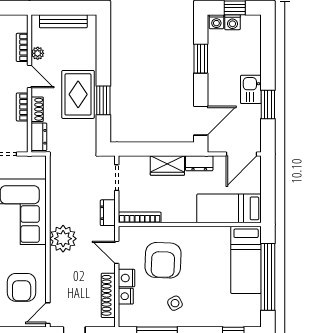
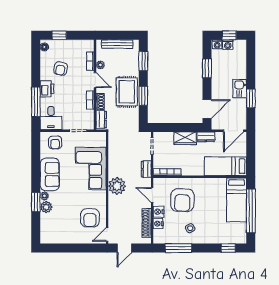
window: (103, 47) -> (143, 61), added

